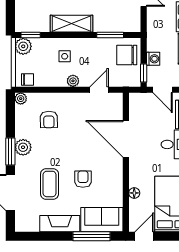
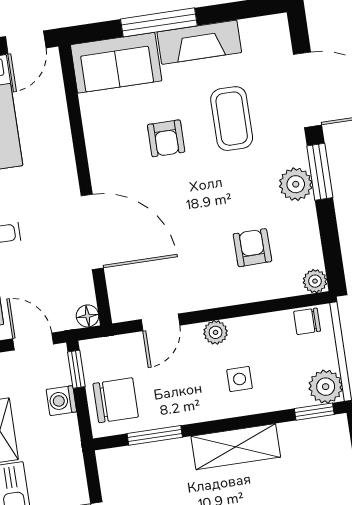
floor lamp: (134, 193) -> (87, 316), moved
window: (92, 236) -> (159, 22), moved

